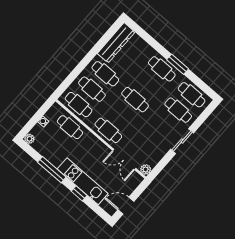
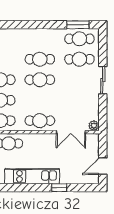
window: (178, 64) -> (78, 25), moved
cafe table: (162, 69) -> (40, 59), moved
window: (52, 170) -> (23, 188), removed
kitchen unit: (83, 181) -> (32, 176), moved

